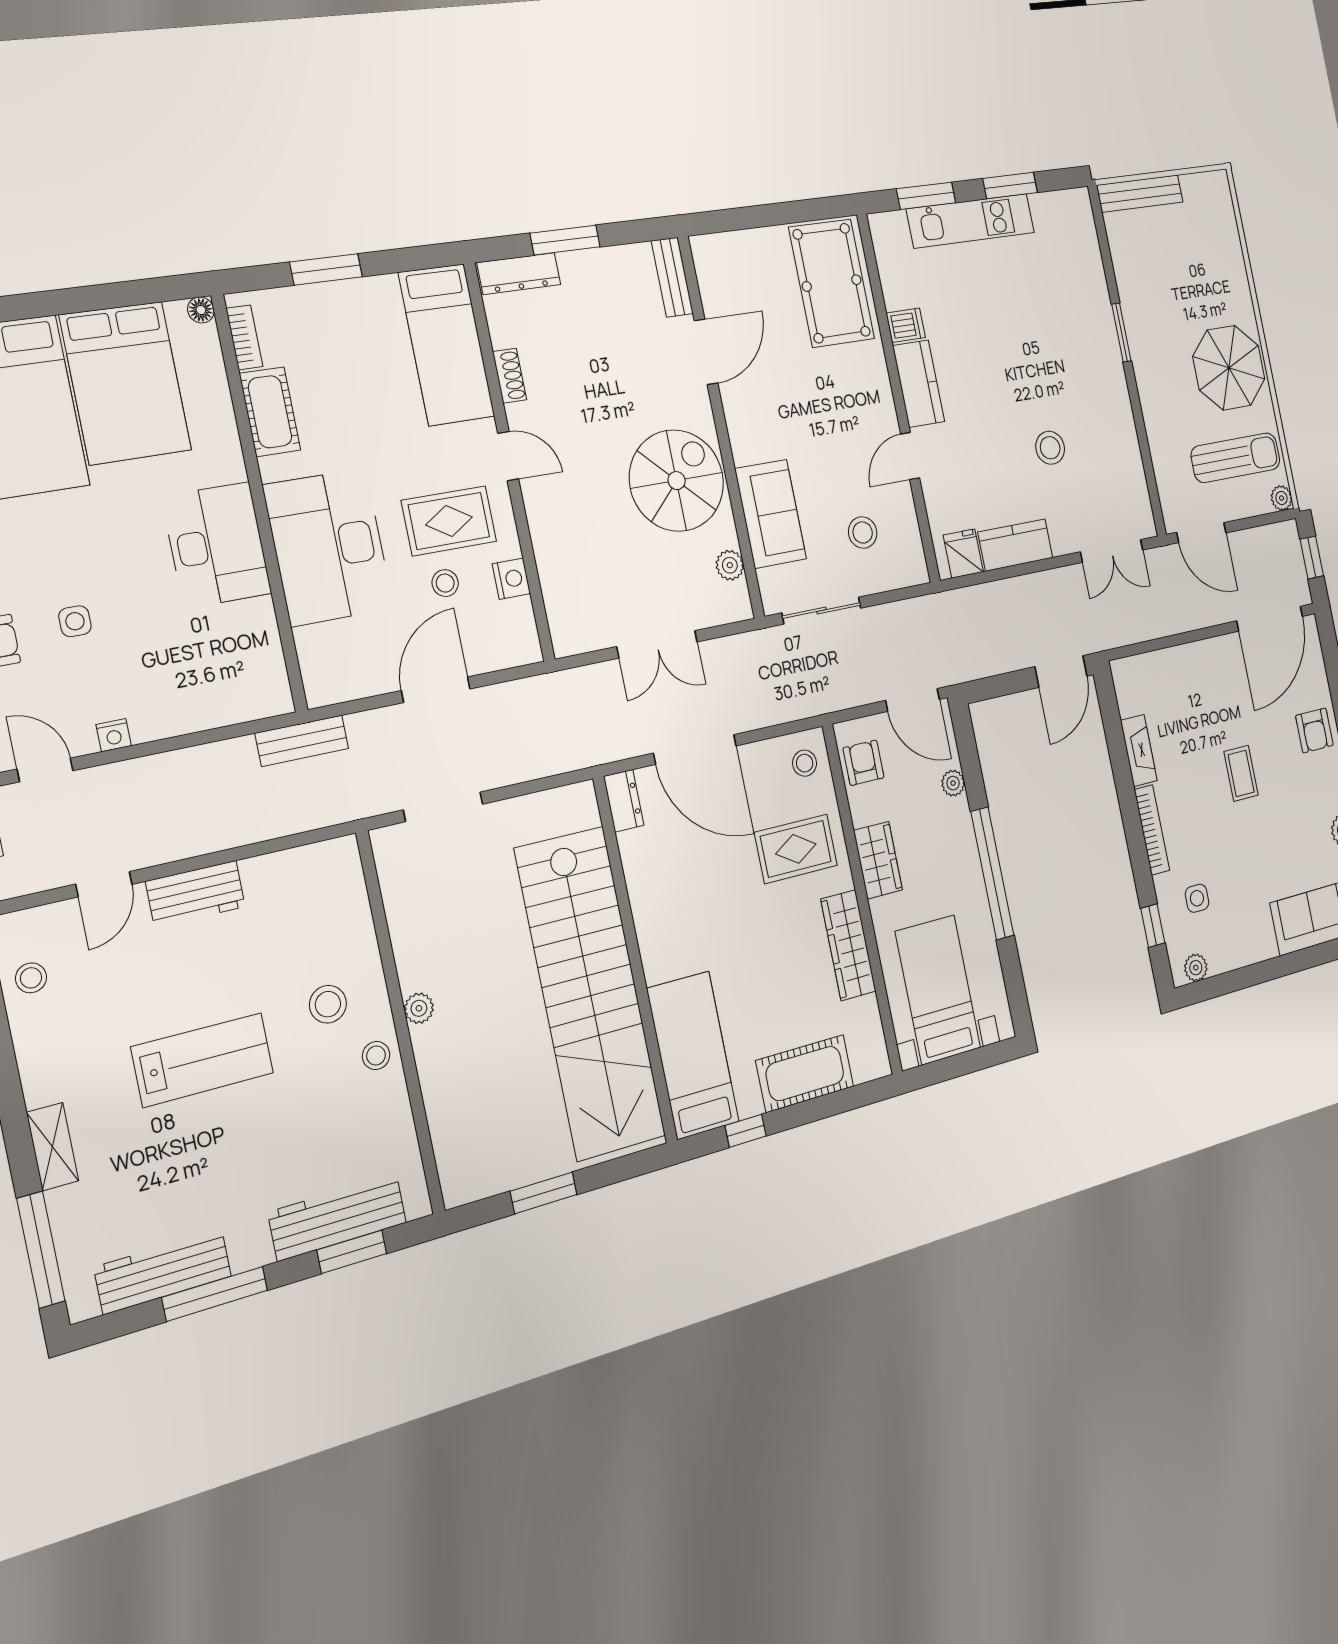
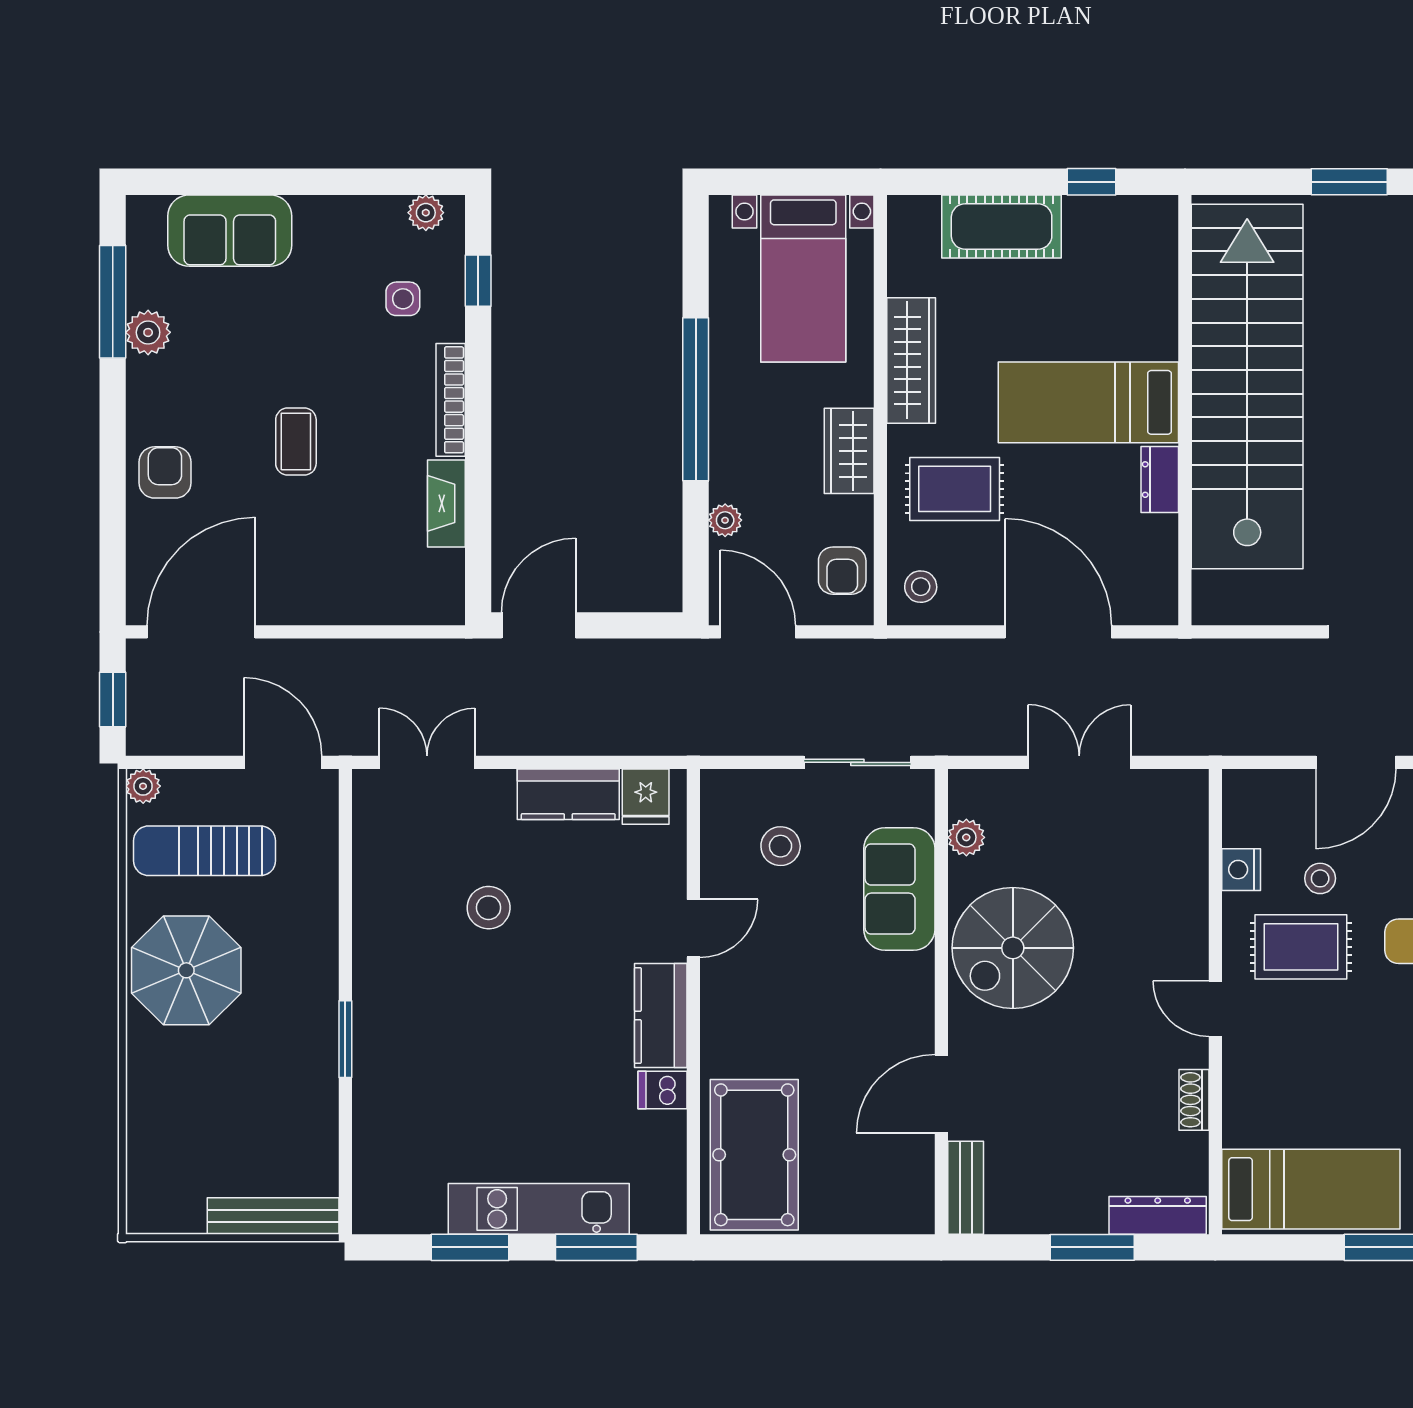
bed: (447, 345) -> (1311, 1189), moved, turned 90
dresser: (624, 801) -> (1160, 480), moved
bed: (693, 1055) -> (1088, 402), moved, turned 90

